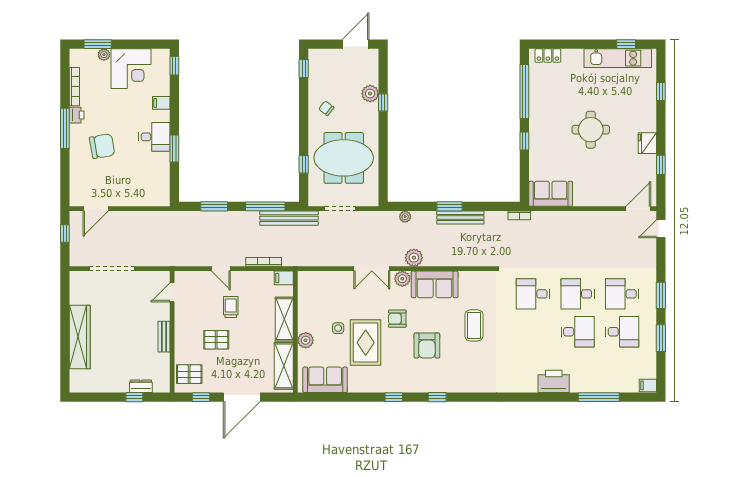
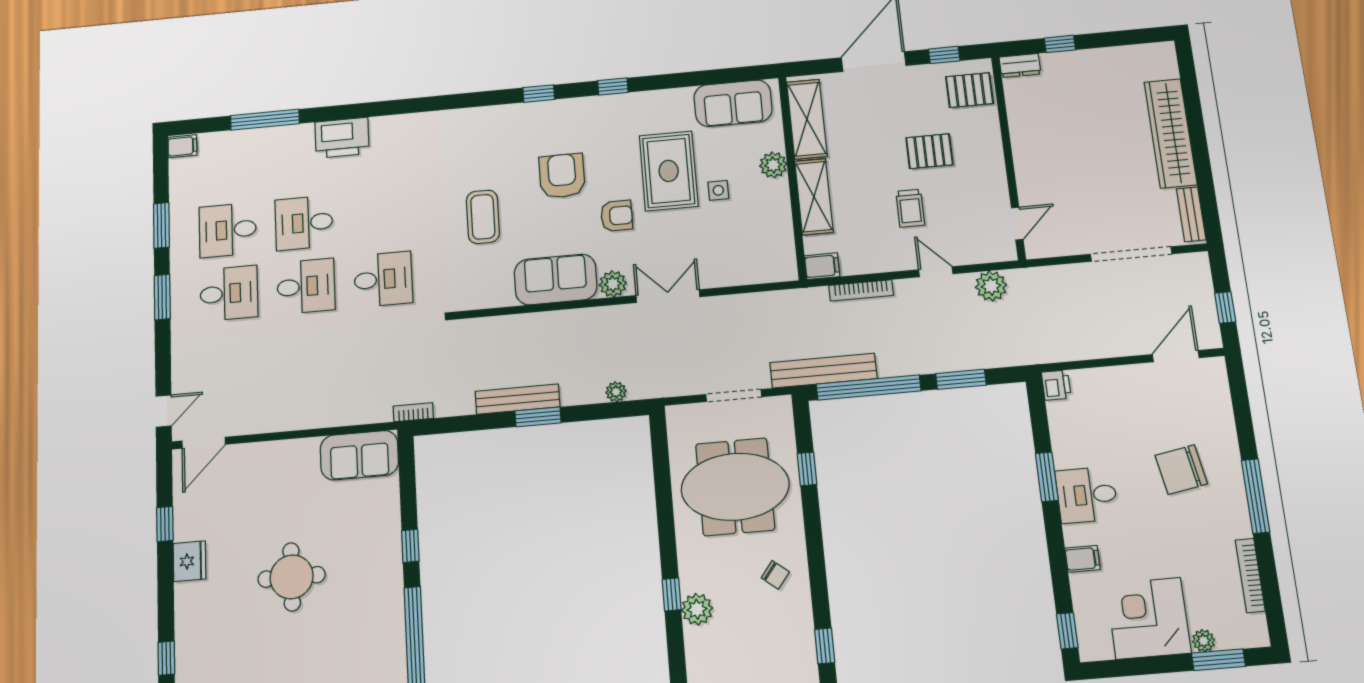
printer: (77, 115) -> (1056, 385), moved, turned 180
window: (265, 206) -> (869, 388), width x1.46
plant: (414, 258) -> (991, 286), moved
bench: (164, 337) -> (1191, 214), moved
dresser: (141, 386) -> (1020, 65), moved

